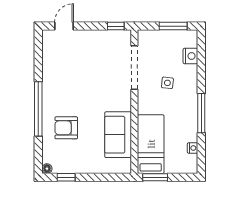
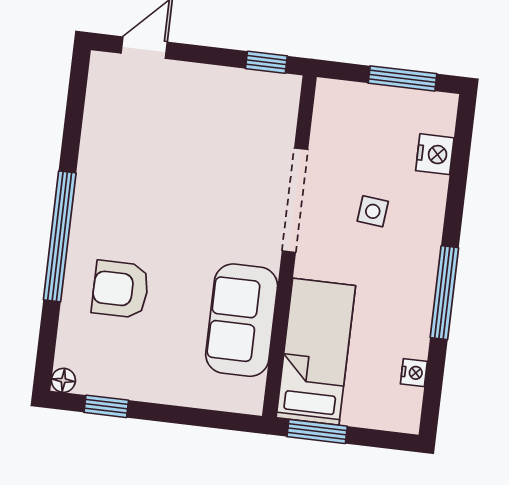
doorway: (134, 67) -> (295, 200), moved

